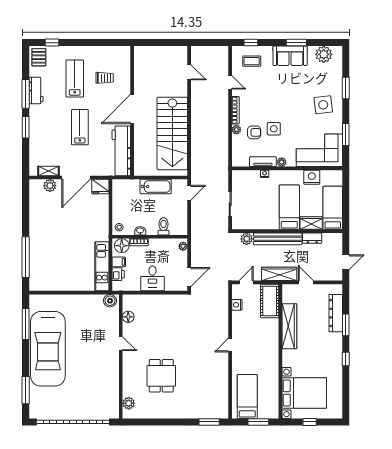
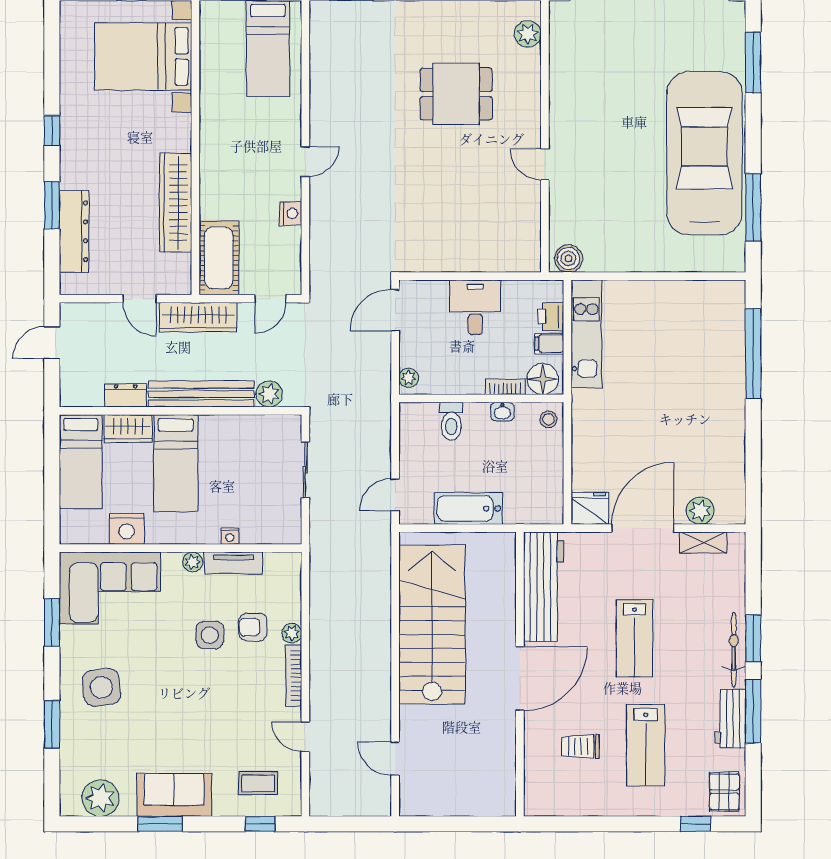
bicycle: (35, 122) -> (734, 650), added
nightstand: (237, 305) -> (291, 214), moved
floor lamp: (128, 317) -> (529, 223), removed
dining table: (161, 376) -> (456, 94), turned 90

